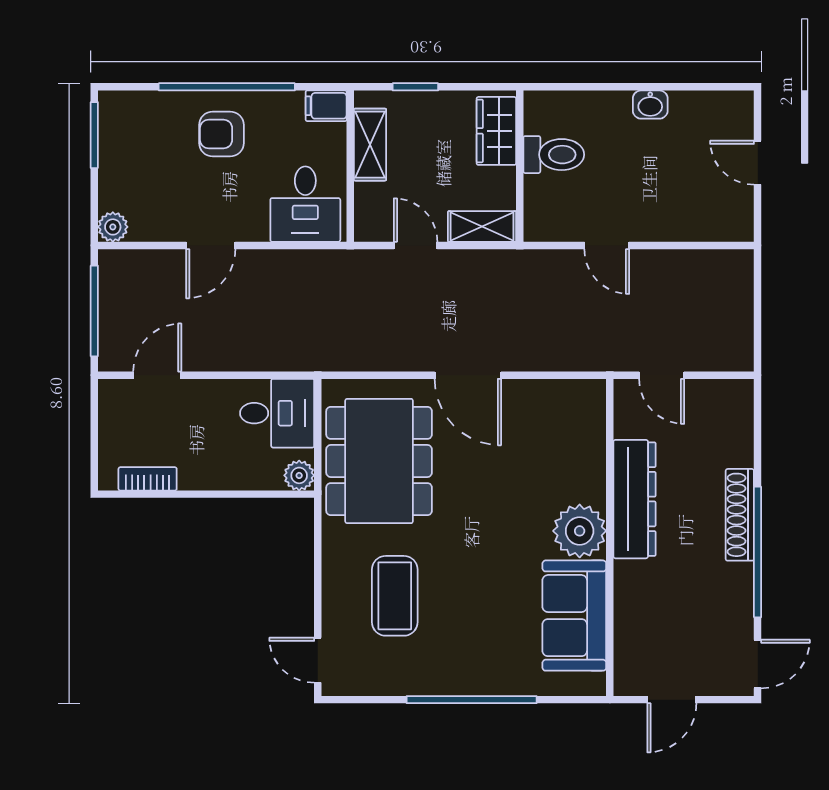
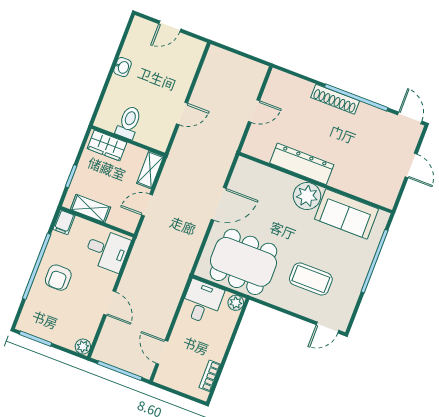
dresser: (635, 499) -> (302, 164), moved
plant: (580, 531) -> (307, 196), moved
wall: (610, 537) -> (316, 183), moved
sofa: (574, 616) -> (346, 214), moved

